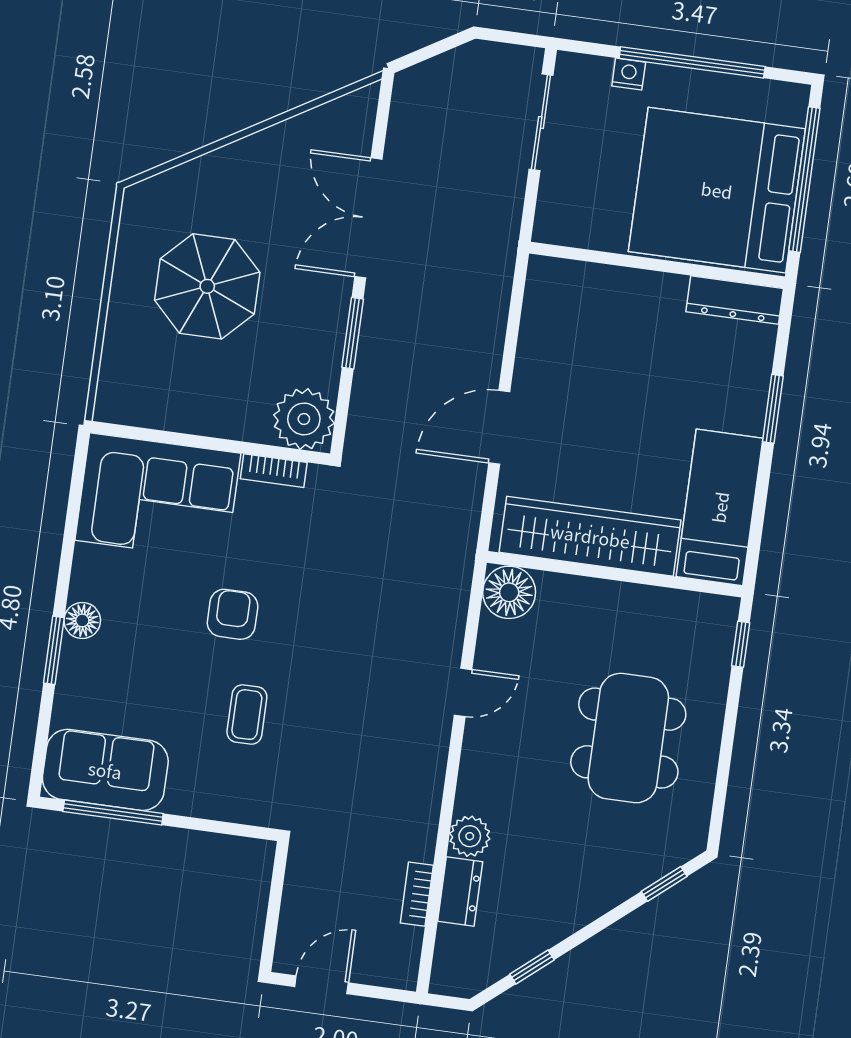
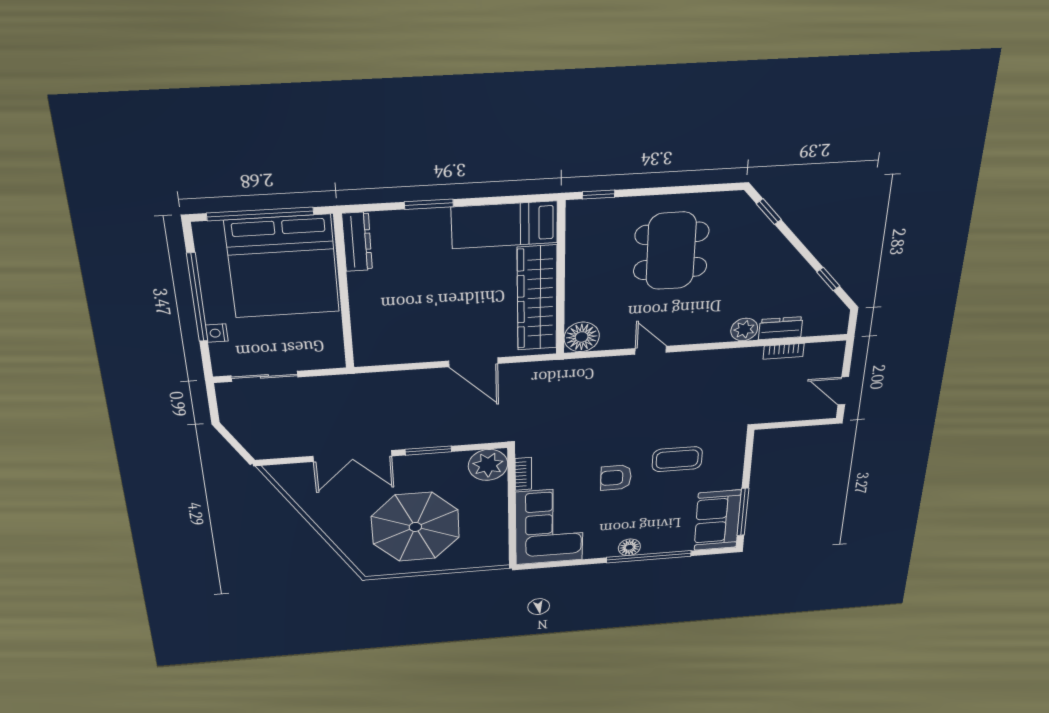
parasol: (207, 286) -> (415, 527), width x1.36, depth x1.36
window: (54, 650) -> (649, 557), width x2.11
coffee table: (247, 715) -> (677, 459), width x1.36, depth x1.30
dining table: (628, 738) -> (671, 251), turned 90

